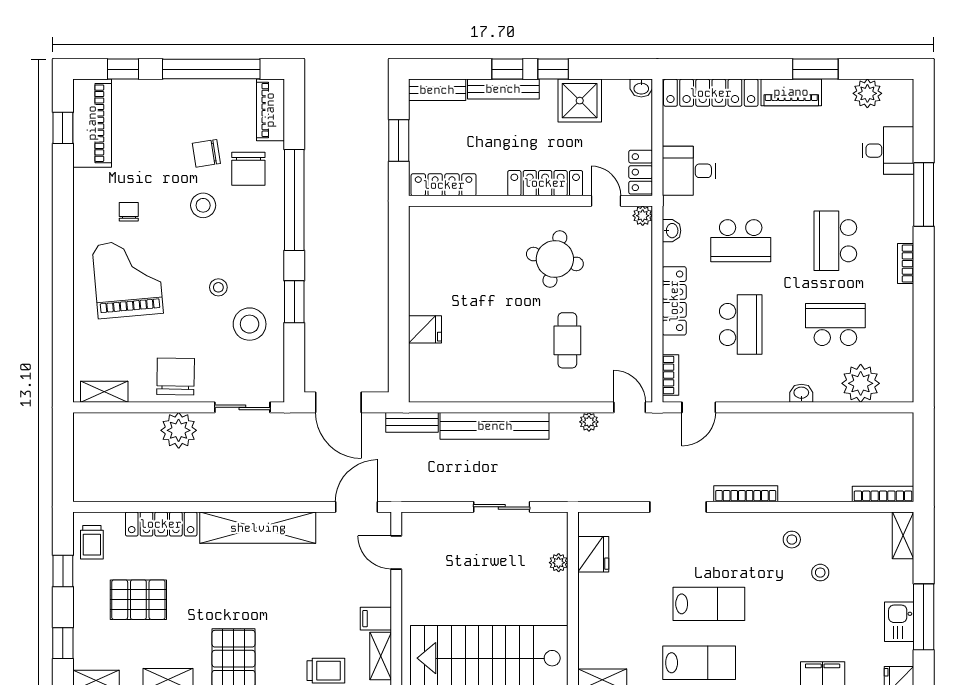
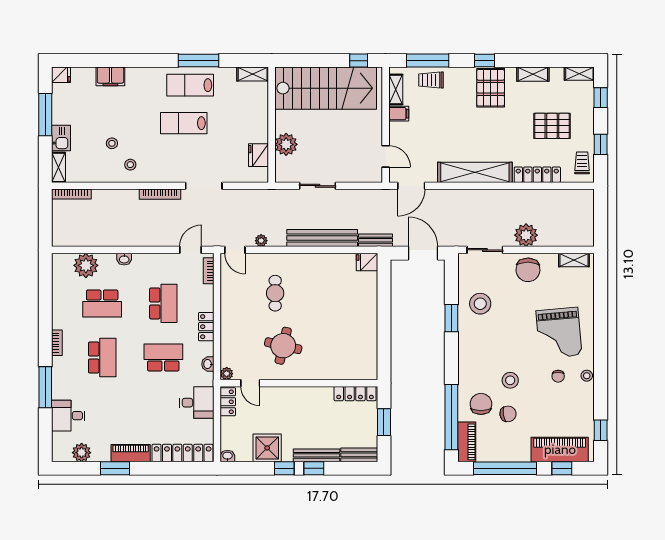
piano: (92, 123) -> (560, 449), moved, turned 90
locker: (545, 183) -> (289, 395), removed
window: (294, 200) -> (451, 417), moved
stool: (218, 287) -> (587, 376), moved
locker: (674, 301) -> (206, 327), width x0.66
school desk: (741, 324) -> (163, 303), turned 180
fridge: (425, 329) -> (367, 262), moved
plant: (559, 563) -> (286, 144), width x1.88, depth x1.88
kitchen sink: (899, 622) -> (61, 138), moved

